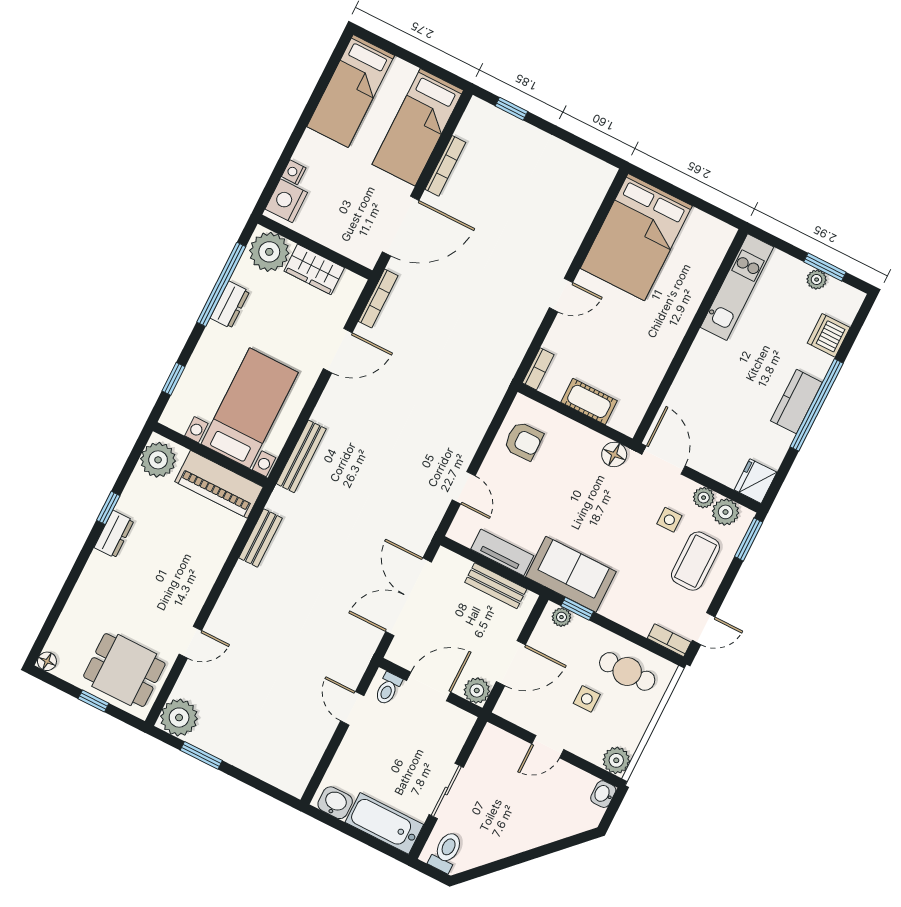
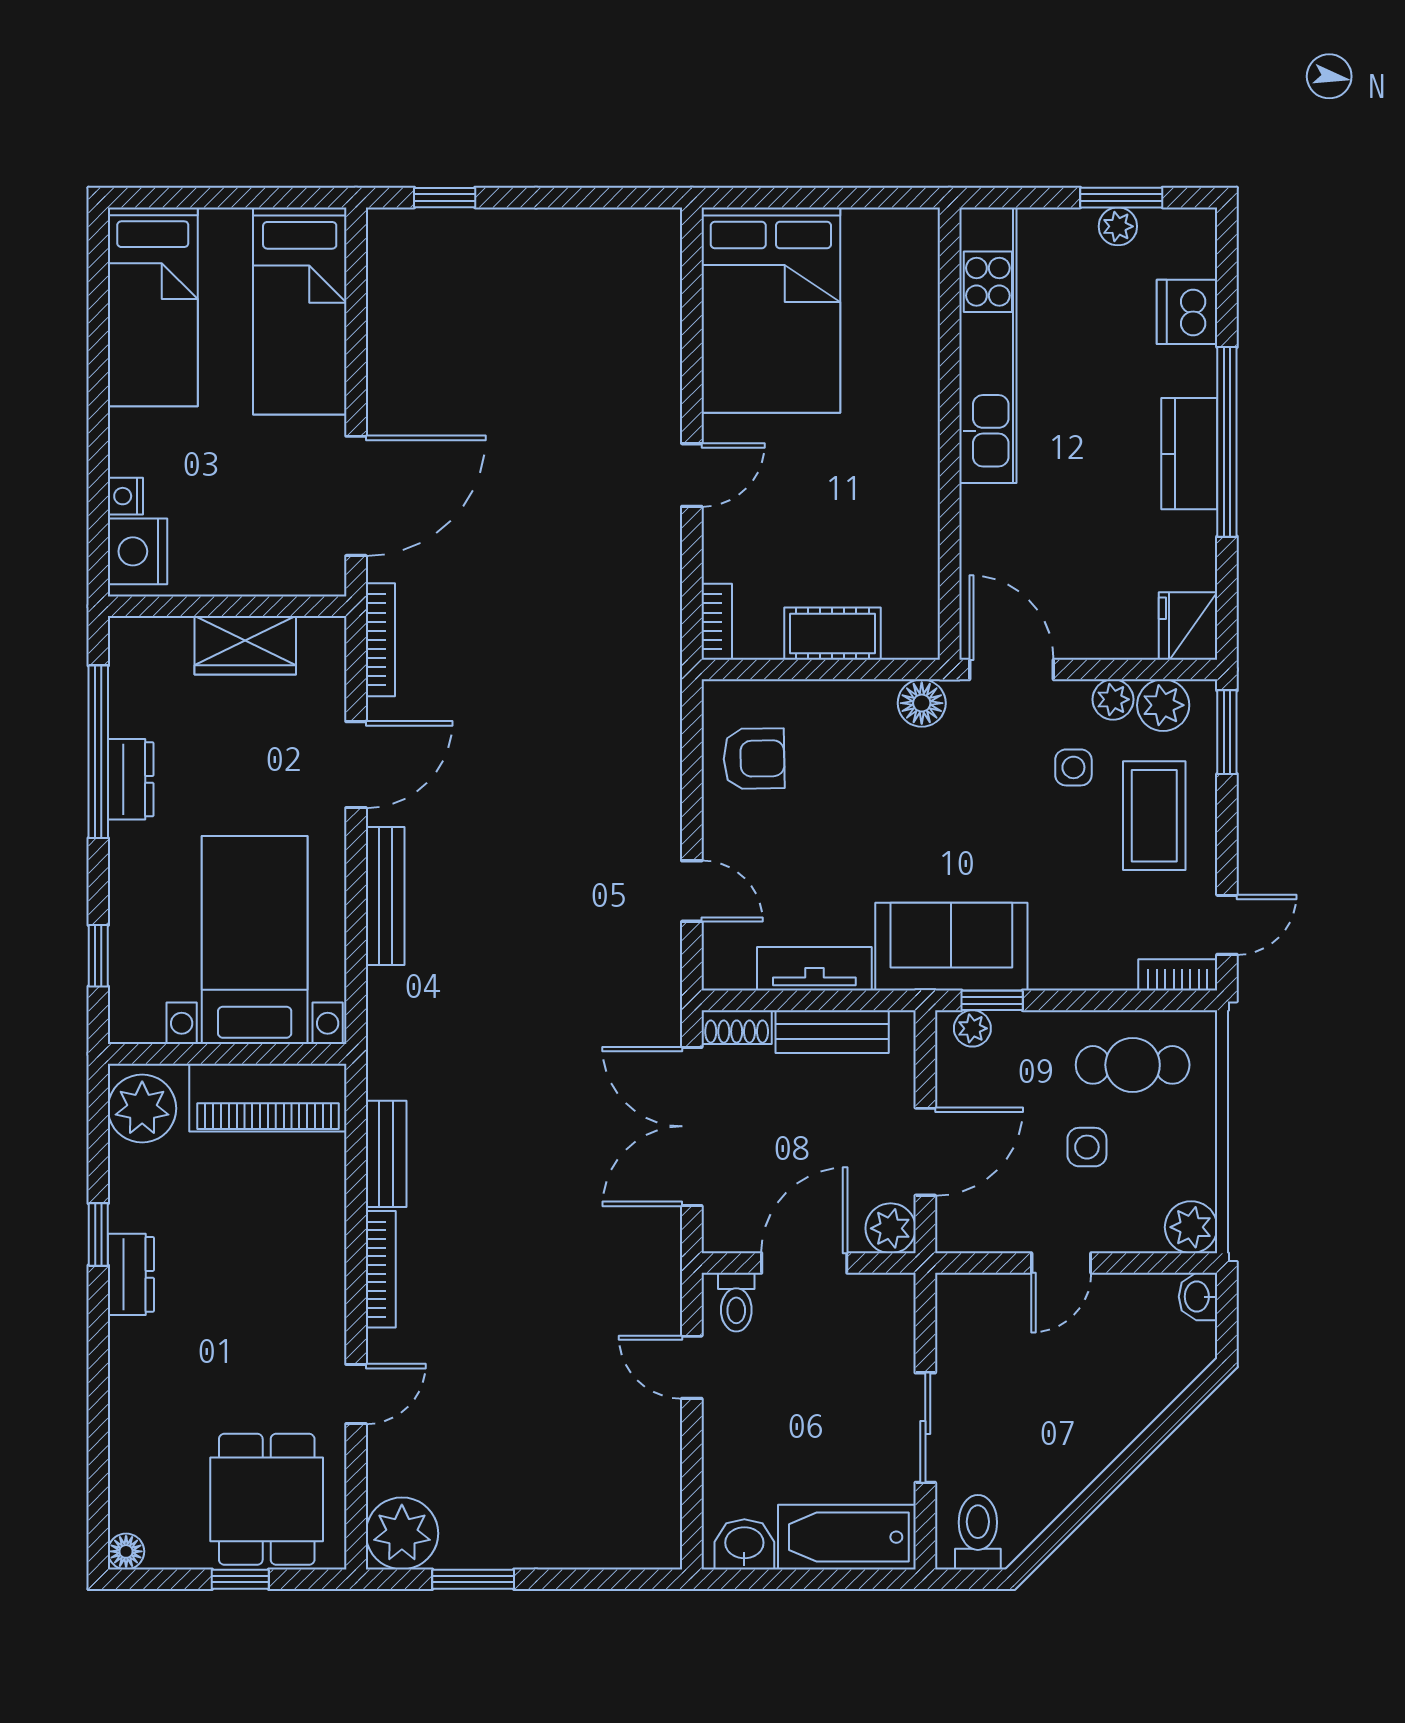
bookcase: (445, 166) -> (381, 1269), moved
plant: (269, 252) -> (153, 654), removed
kitchen unit: (737, 287) -> (988, 345), width x1.36
bench: (301, 456) -> (385, 896), moved
shoe rack: (453, 561) -> (737, 1027), added
dining table: (124, 670) -> (267, 1499), turned 90

